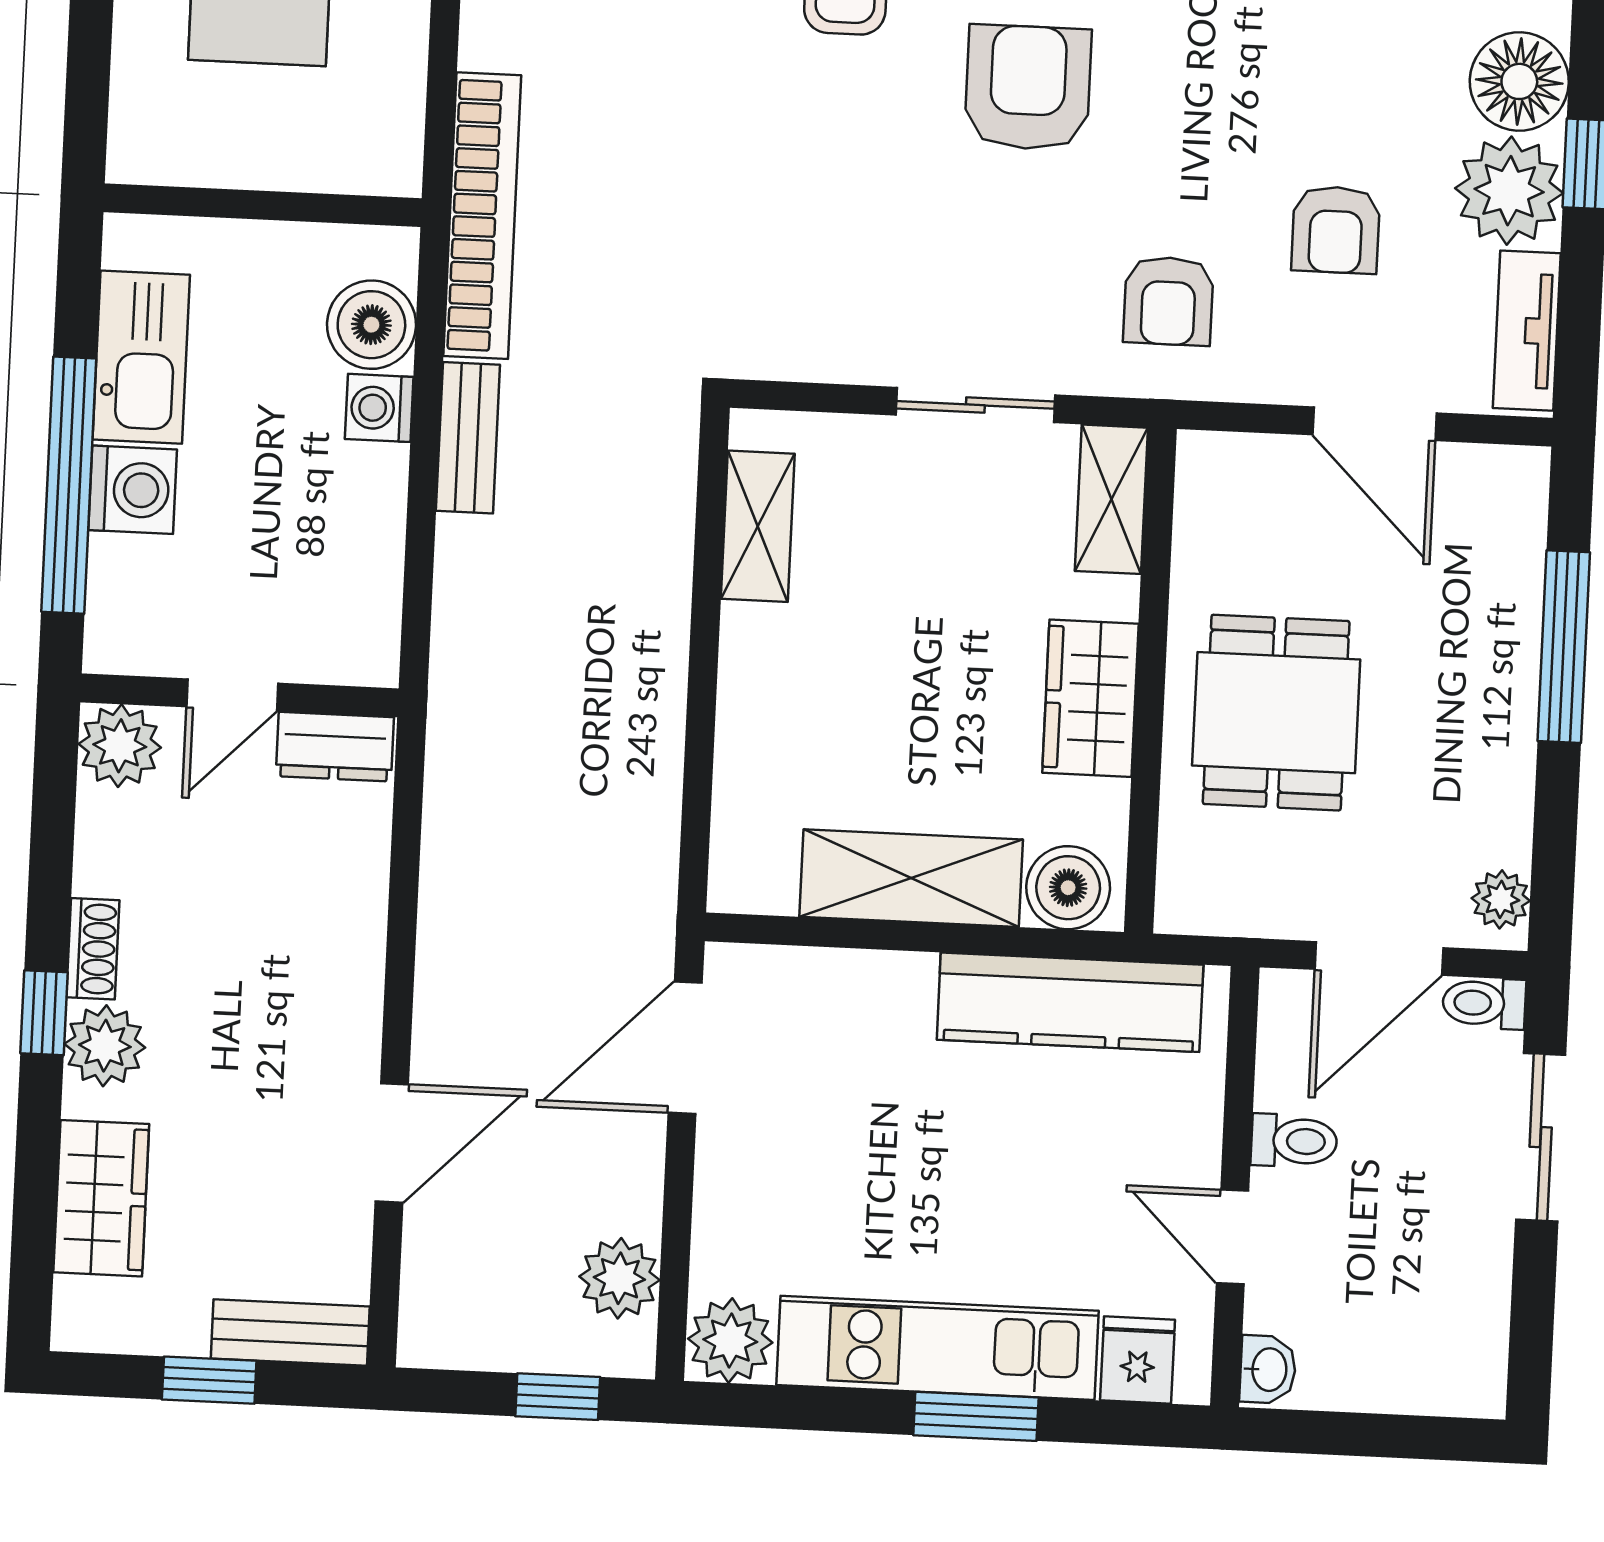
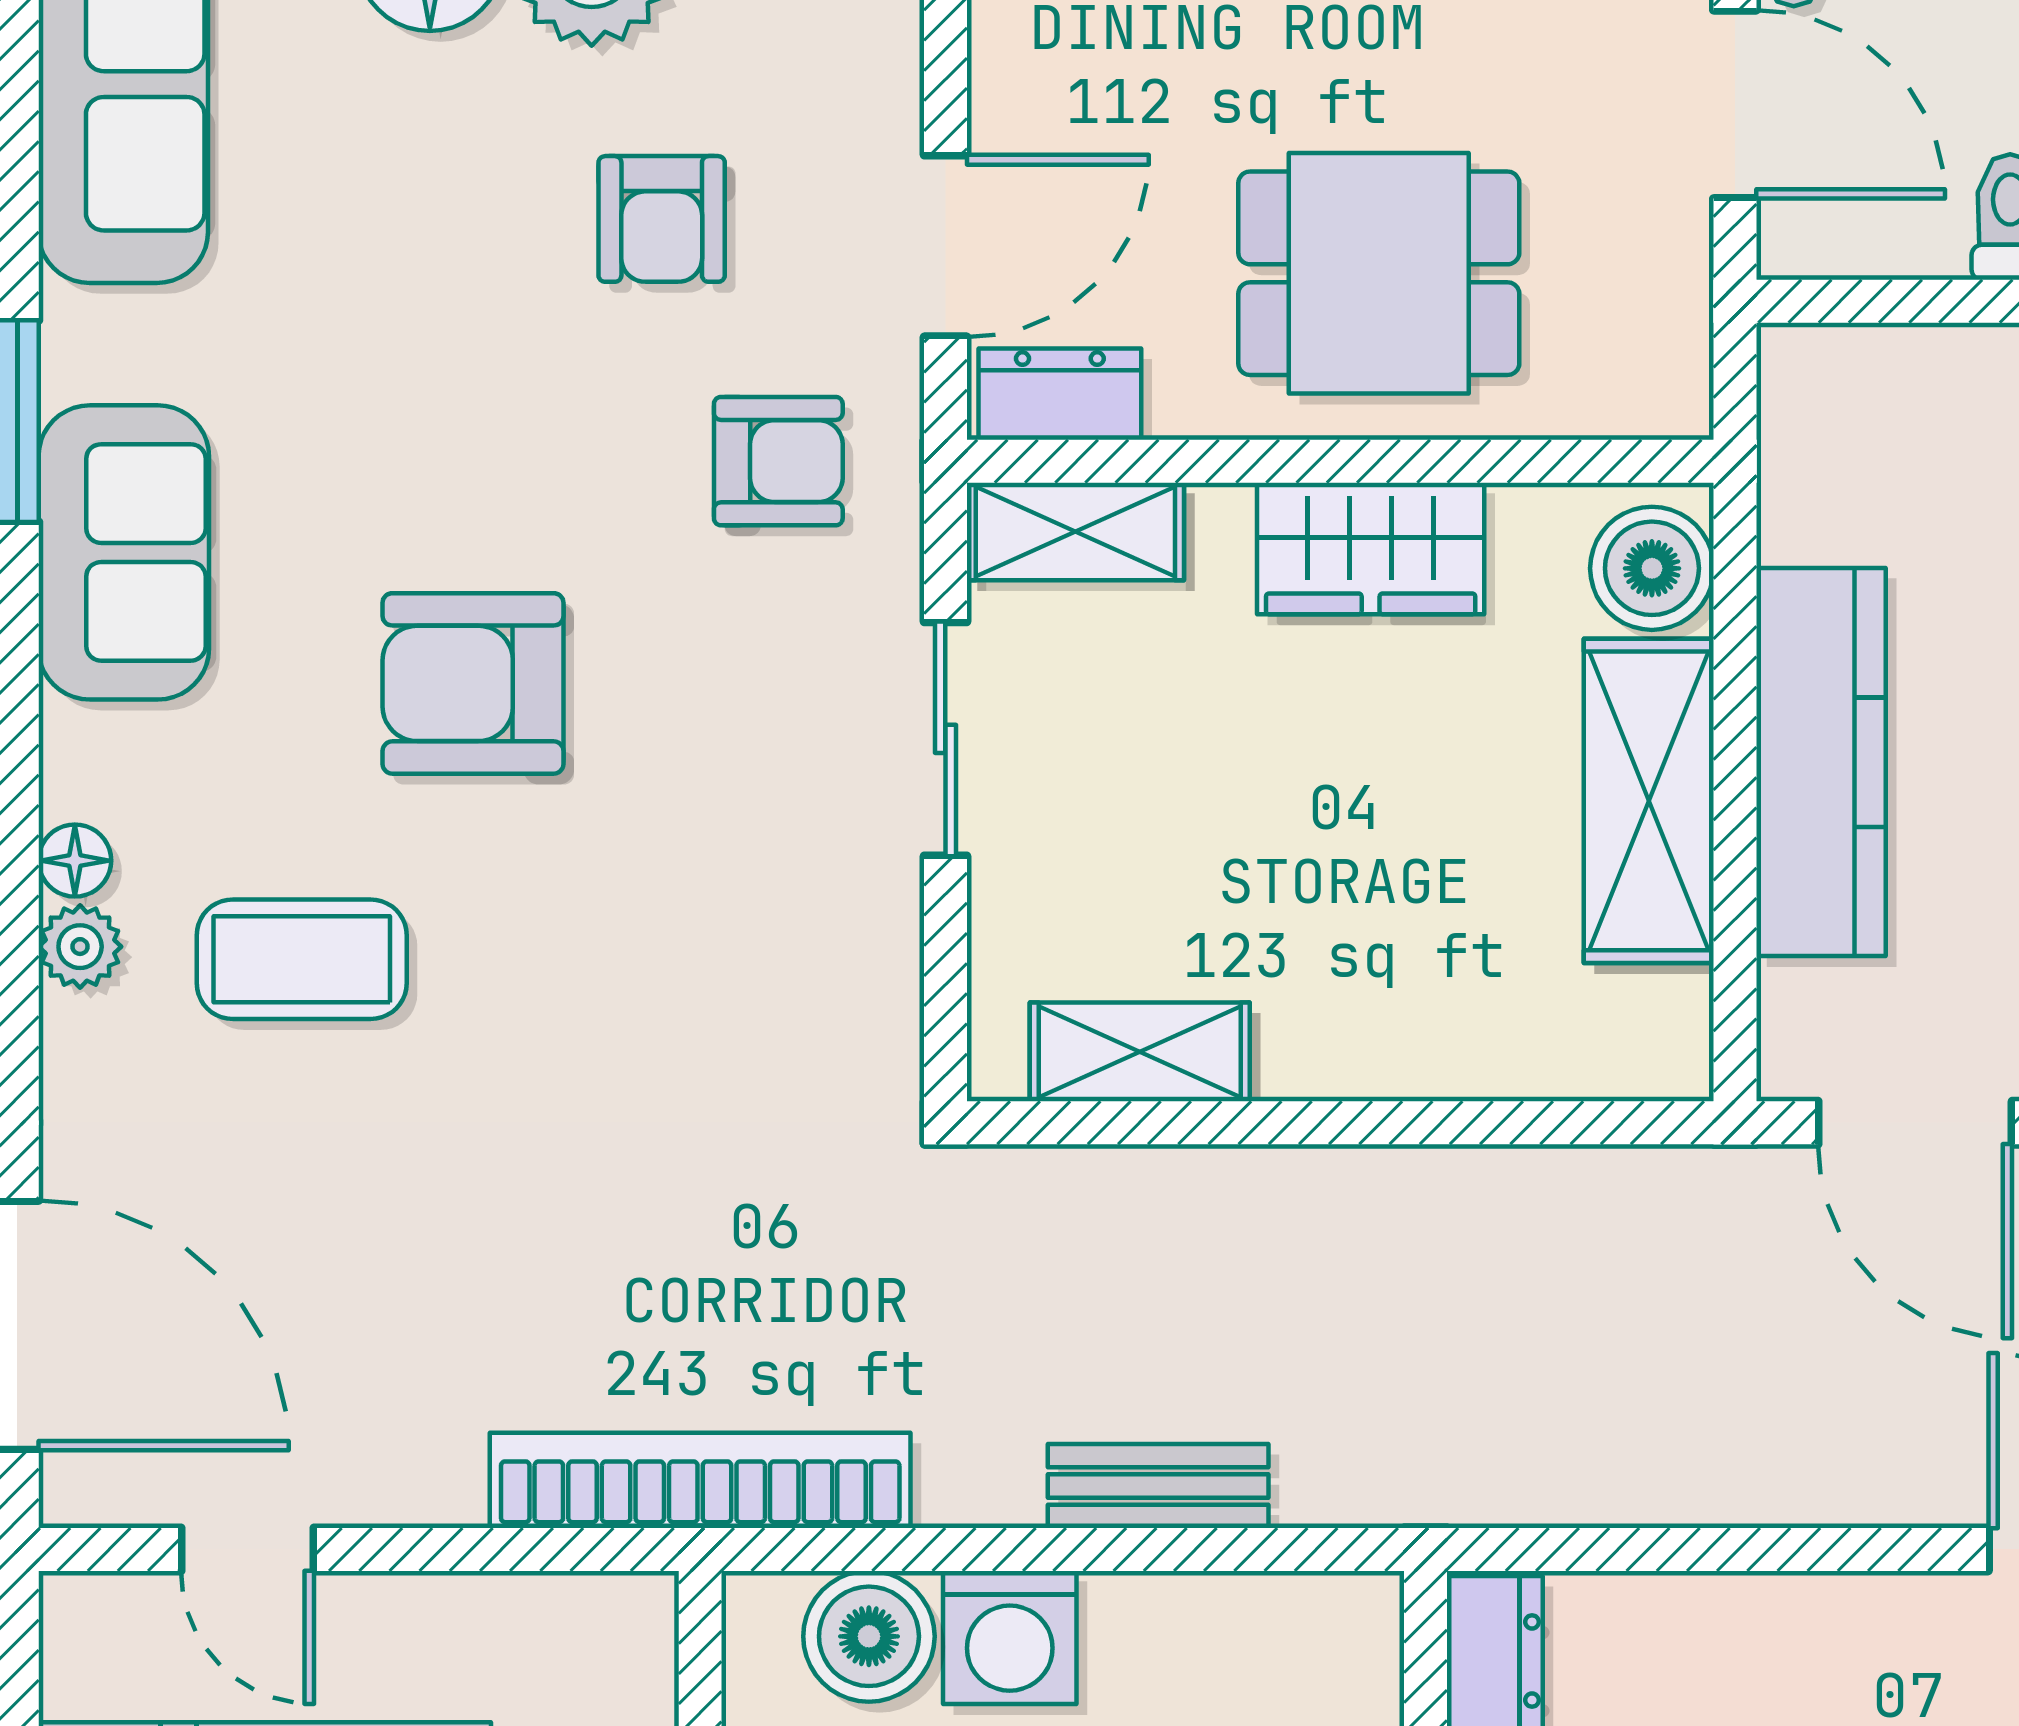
armchair: (1336, 230) -> (662, 219), turned 90
washing machine: (379, 408) -> (1010, 1637), width x1.38, depth x1.38
door: (1375, 424) -> (945, 246), moved
bench: (468, 438) -> (1158, 1486), moved
dresser: (1205, 493) -> (1060, 394), added
kitchen counter: (1070, 1002) -> (1821, 762), moved

